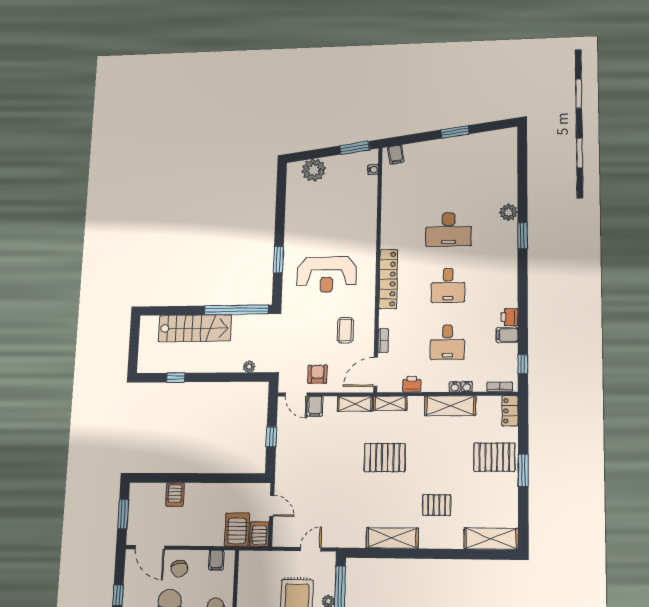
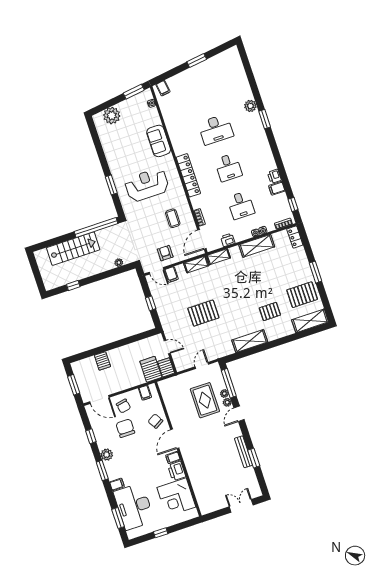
sofa: (364, 221) -> (159, 141), added
reception desk: (327, 274) -> (147, 185), turned 180
pallet: (494, 457) -> (302, 295), moved
pallet: (385, 458) -> (203, 313), moved

